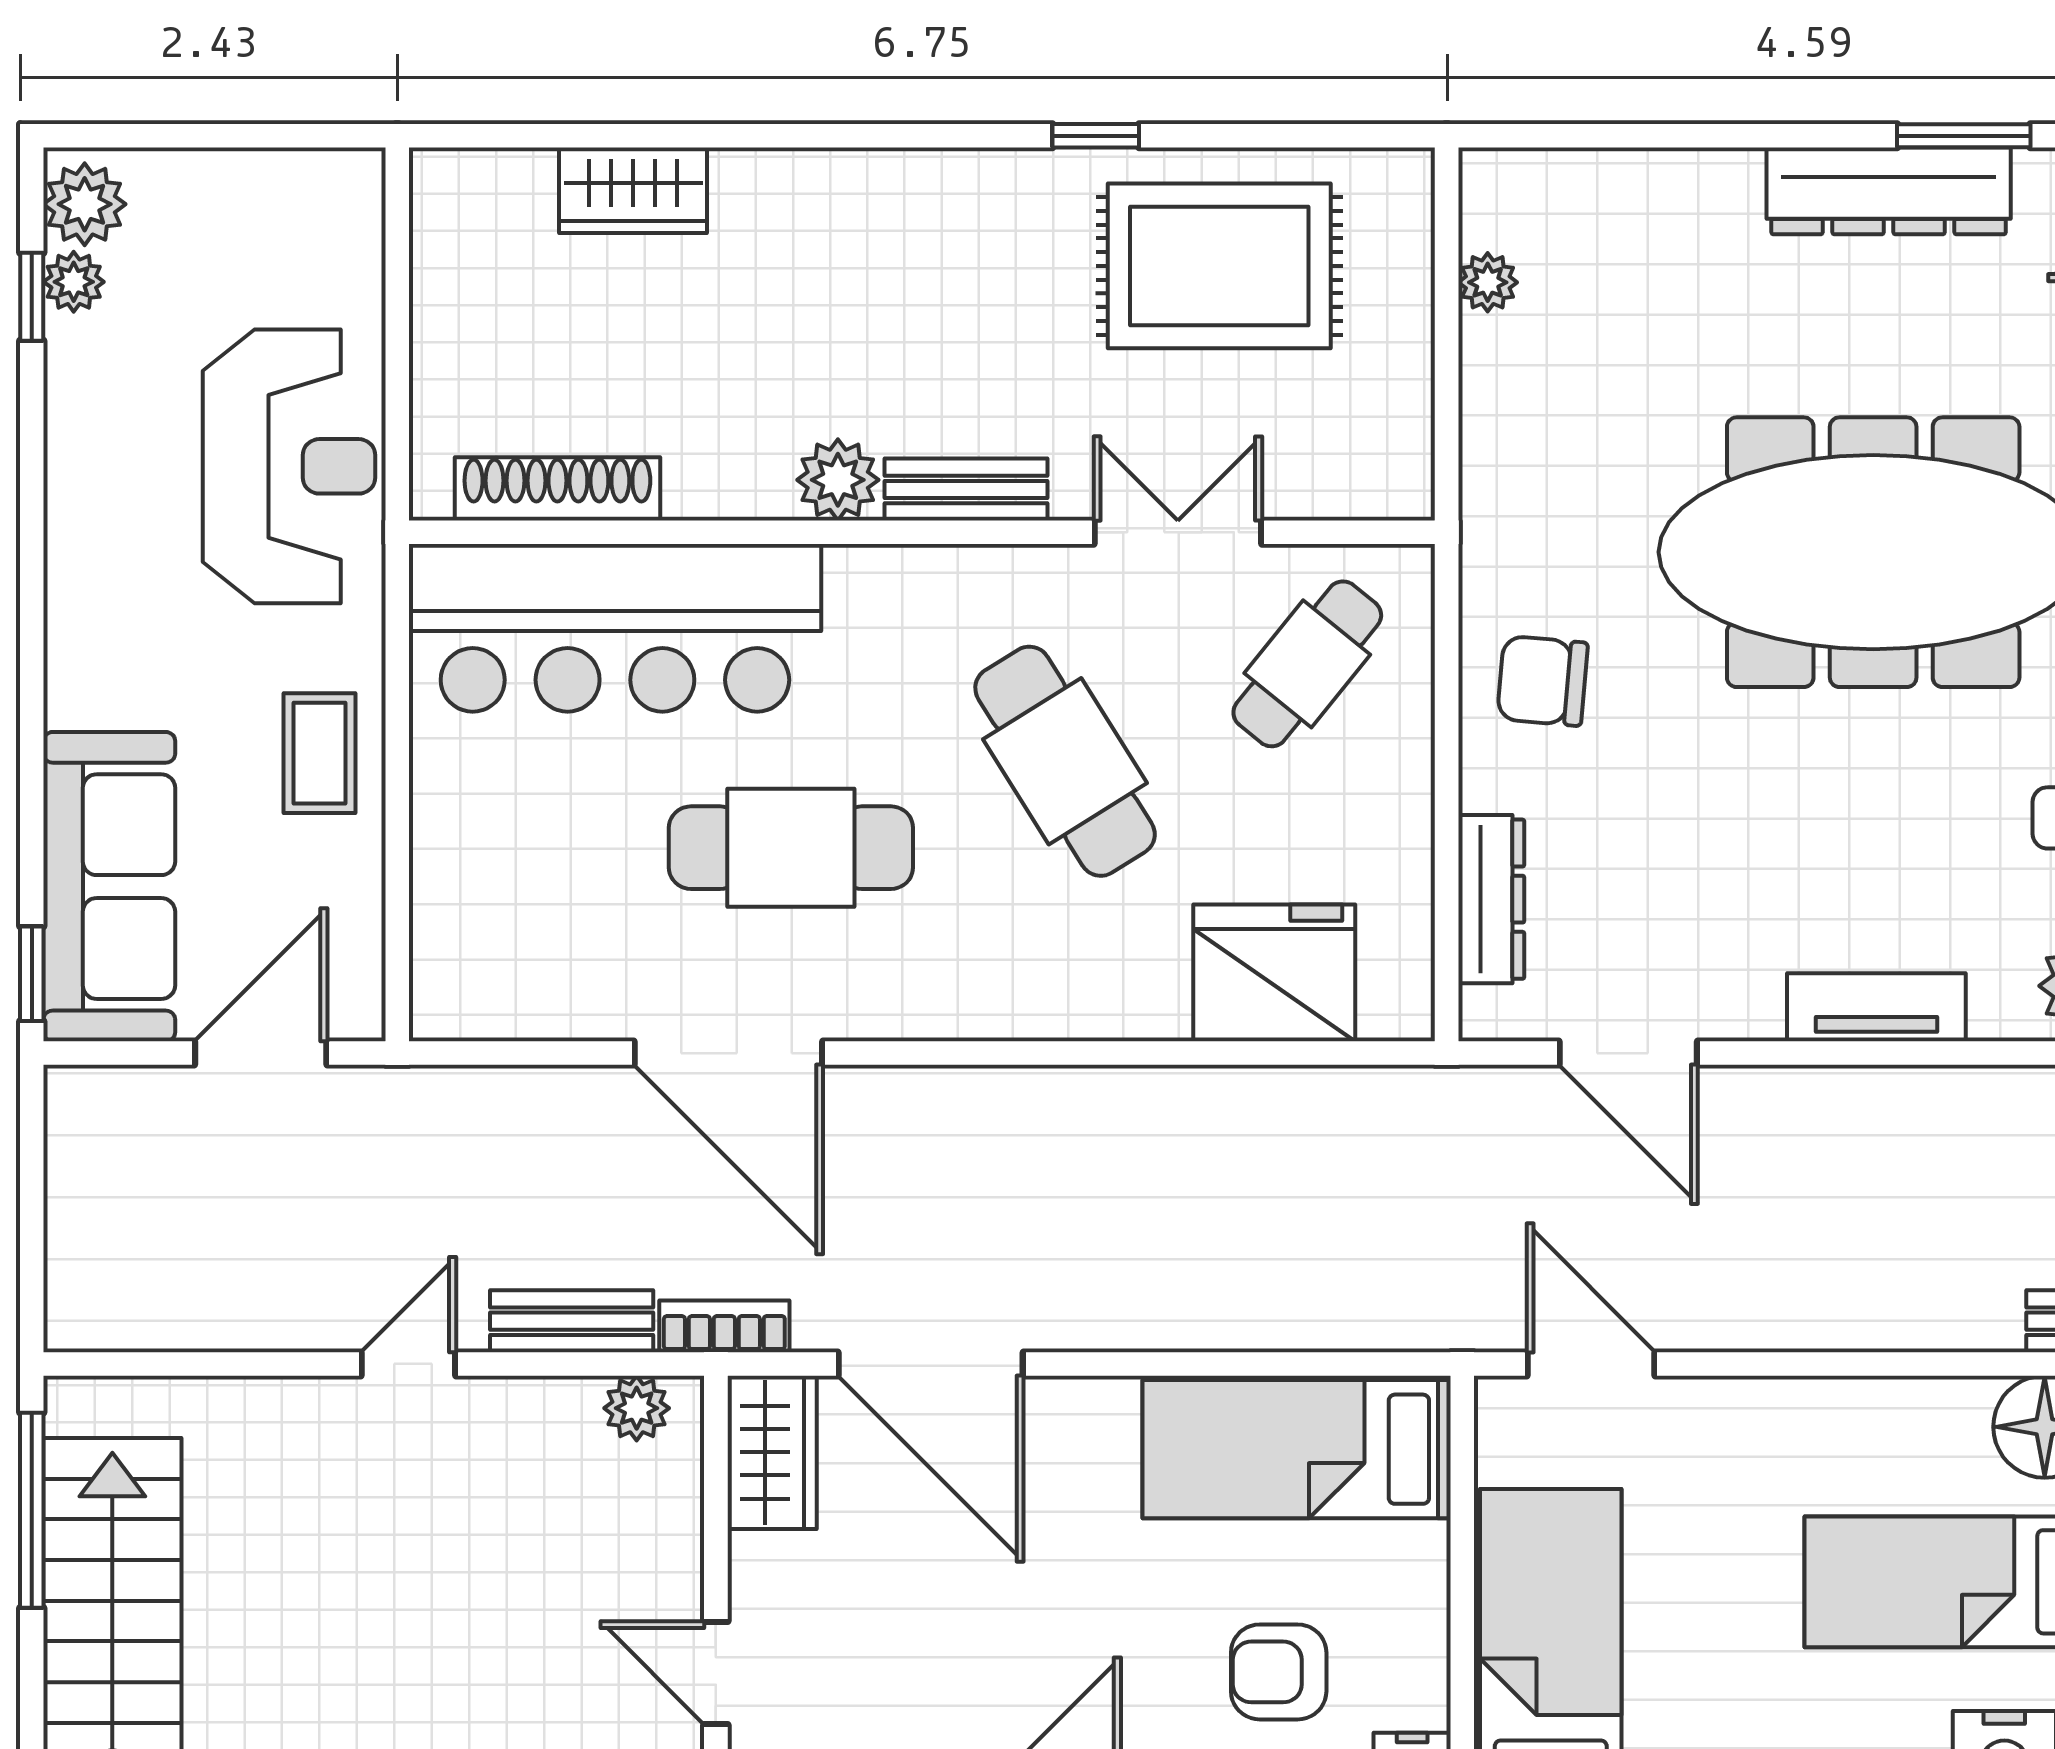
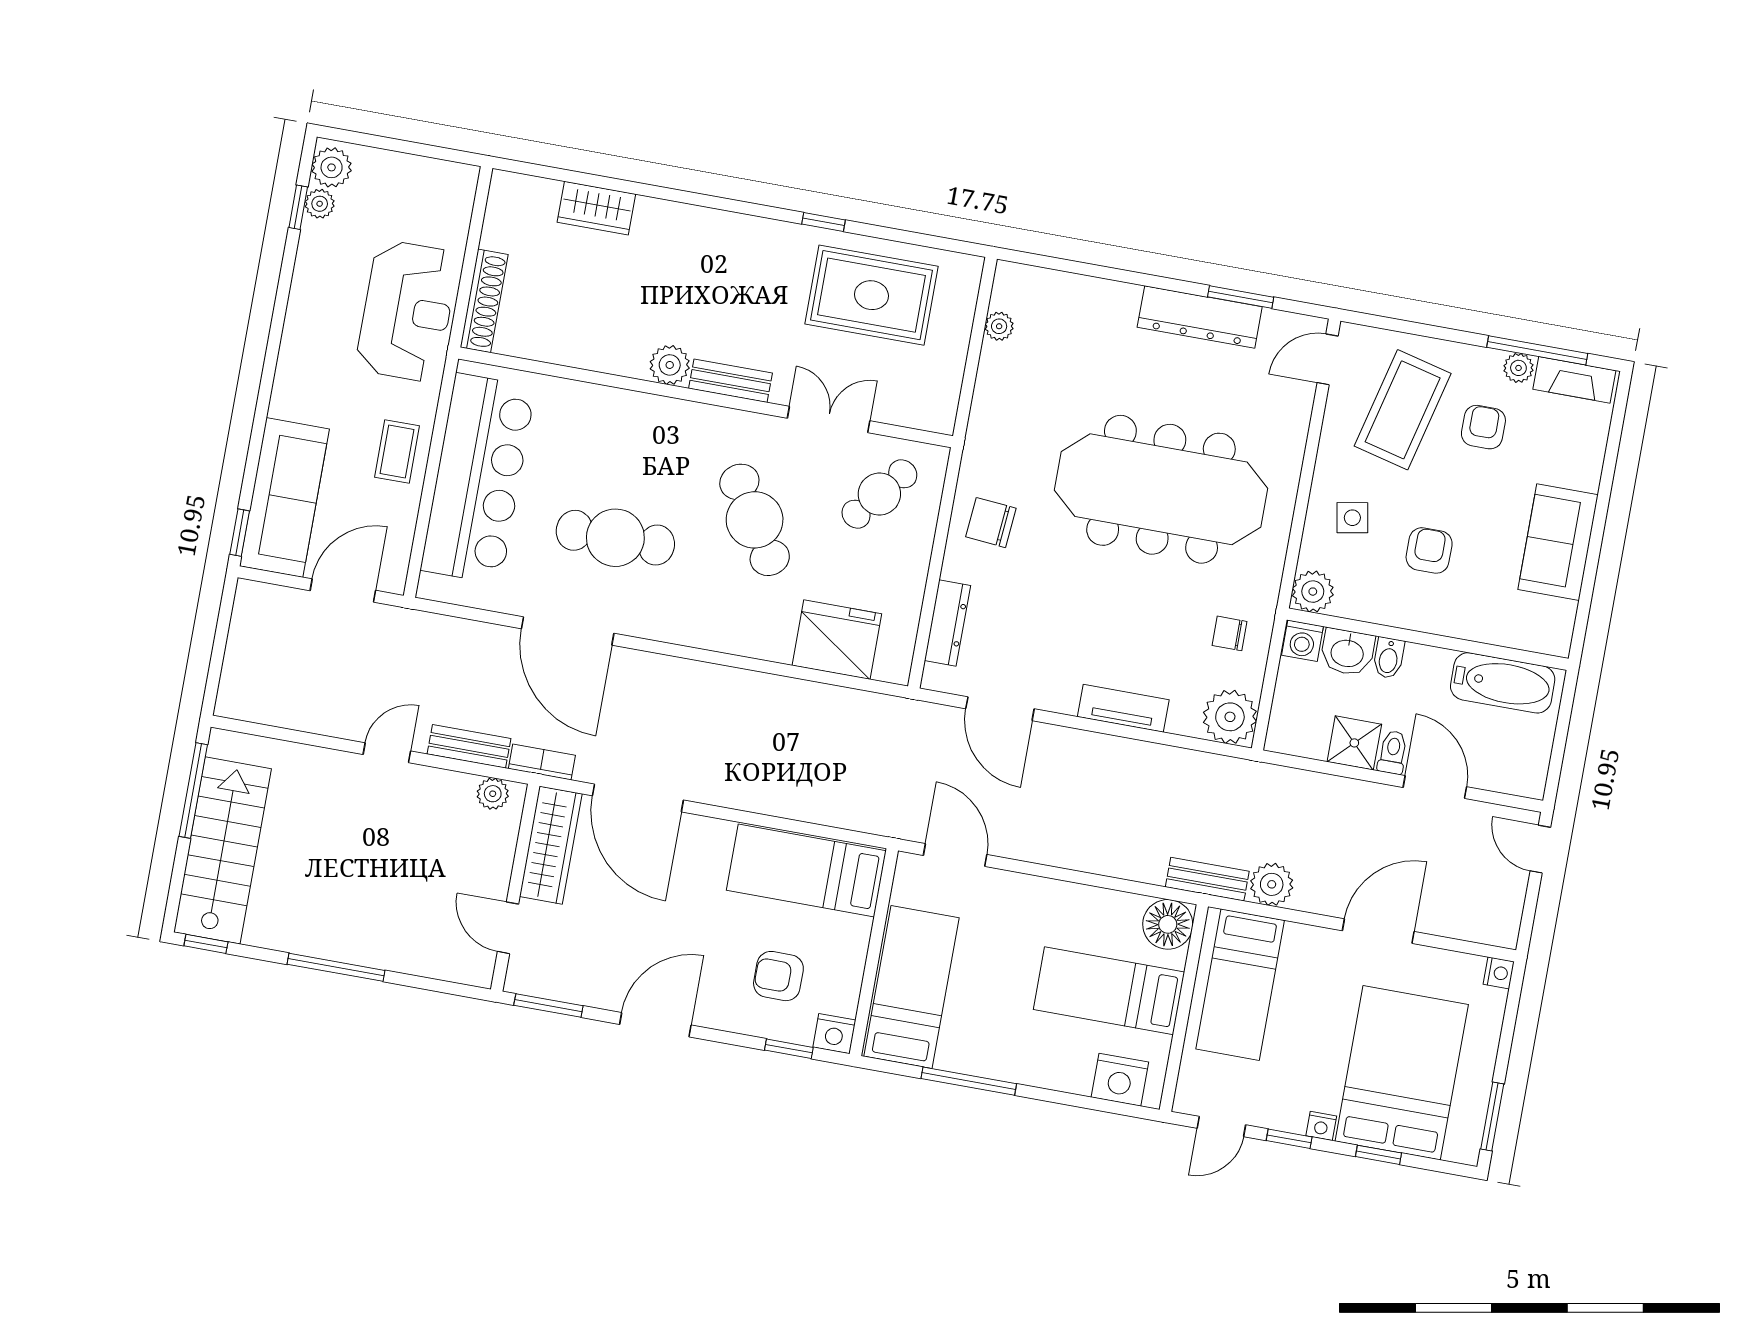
shoe rack: (557, 489) -> (484, 301), moved, turned 90
bar counter: (615, 628) -> (478, 479), moved, turned -90
wardrobe: (772, 1452) -> (551, 845), width x1.50

